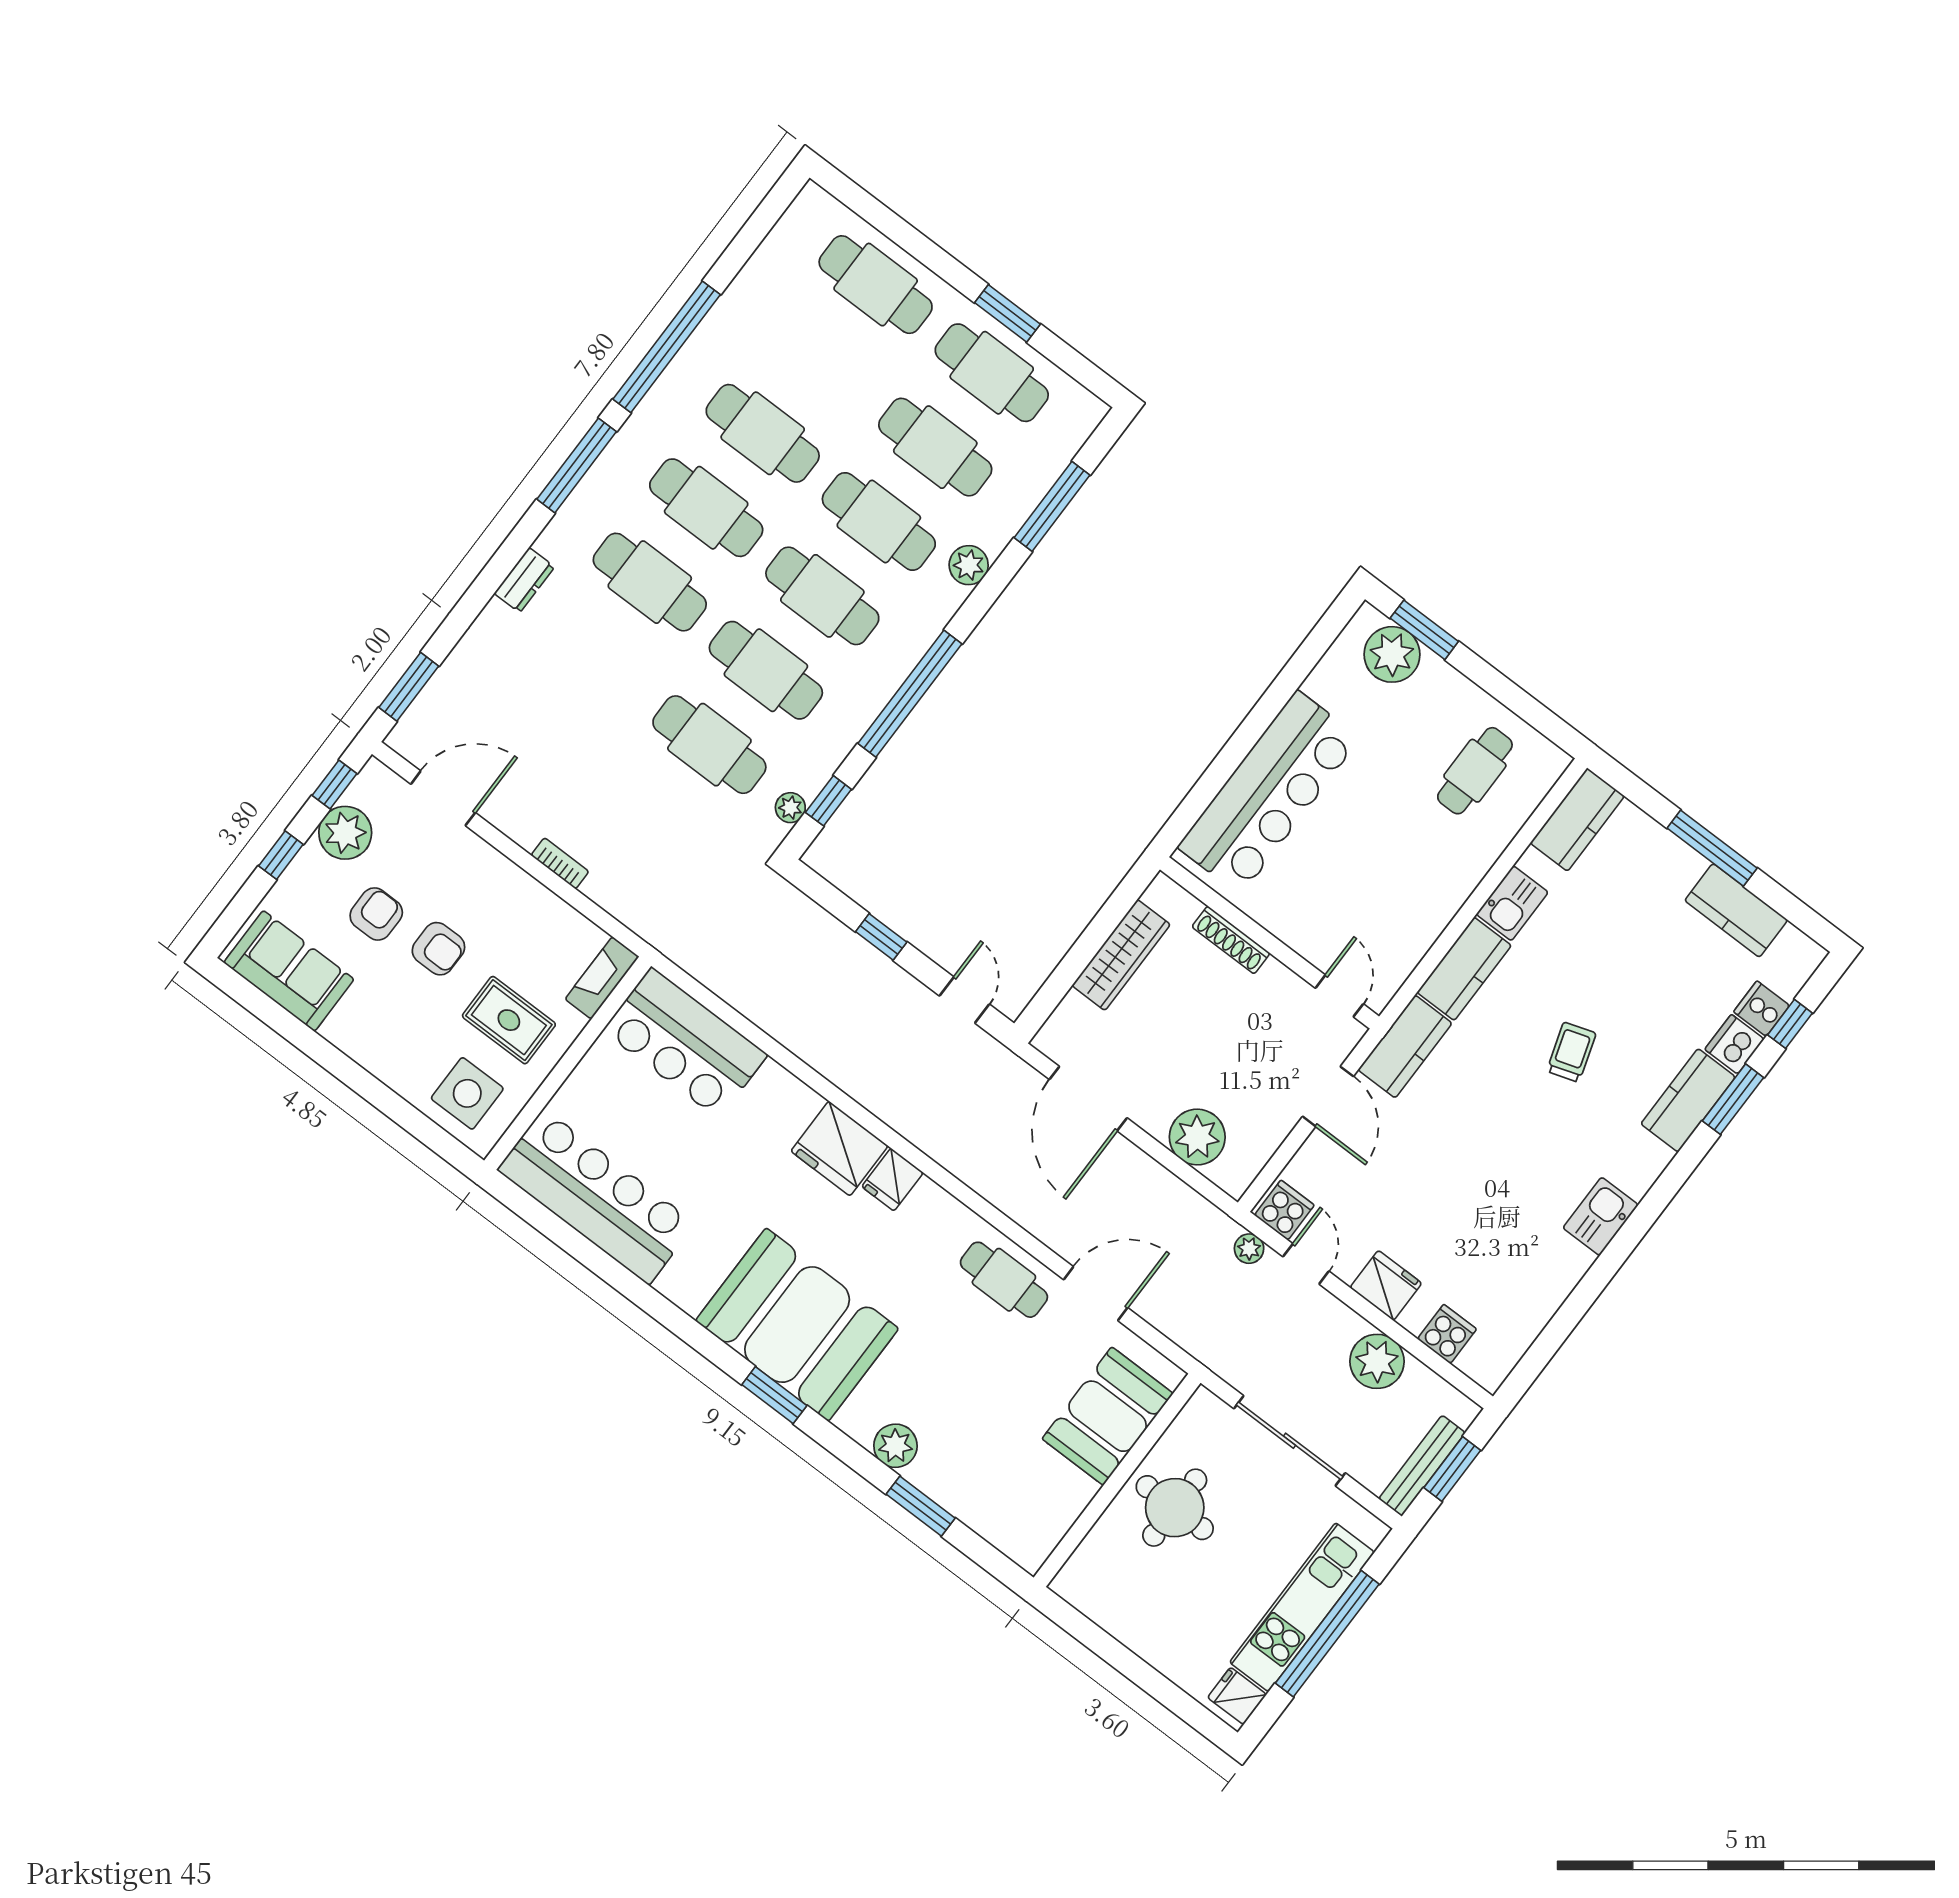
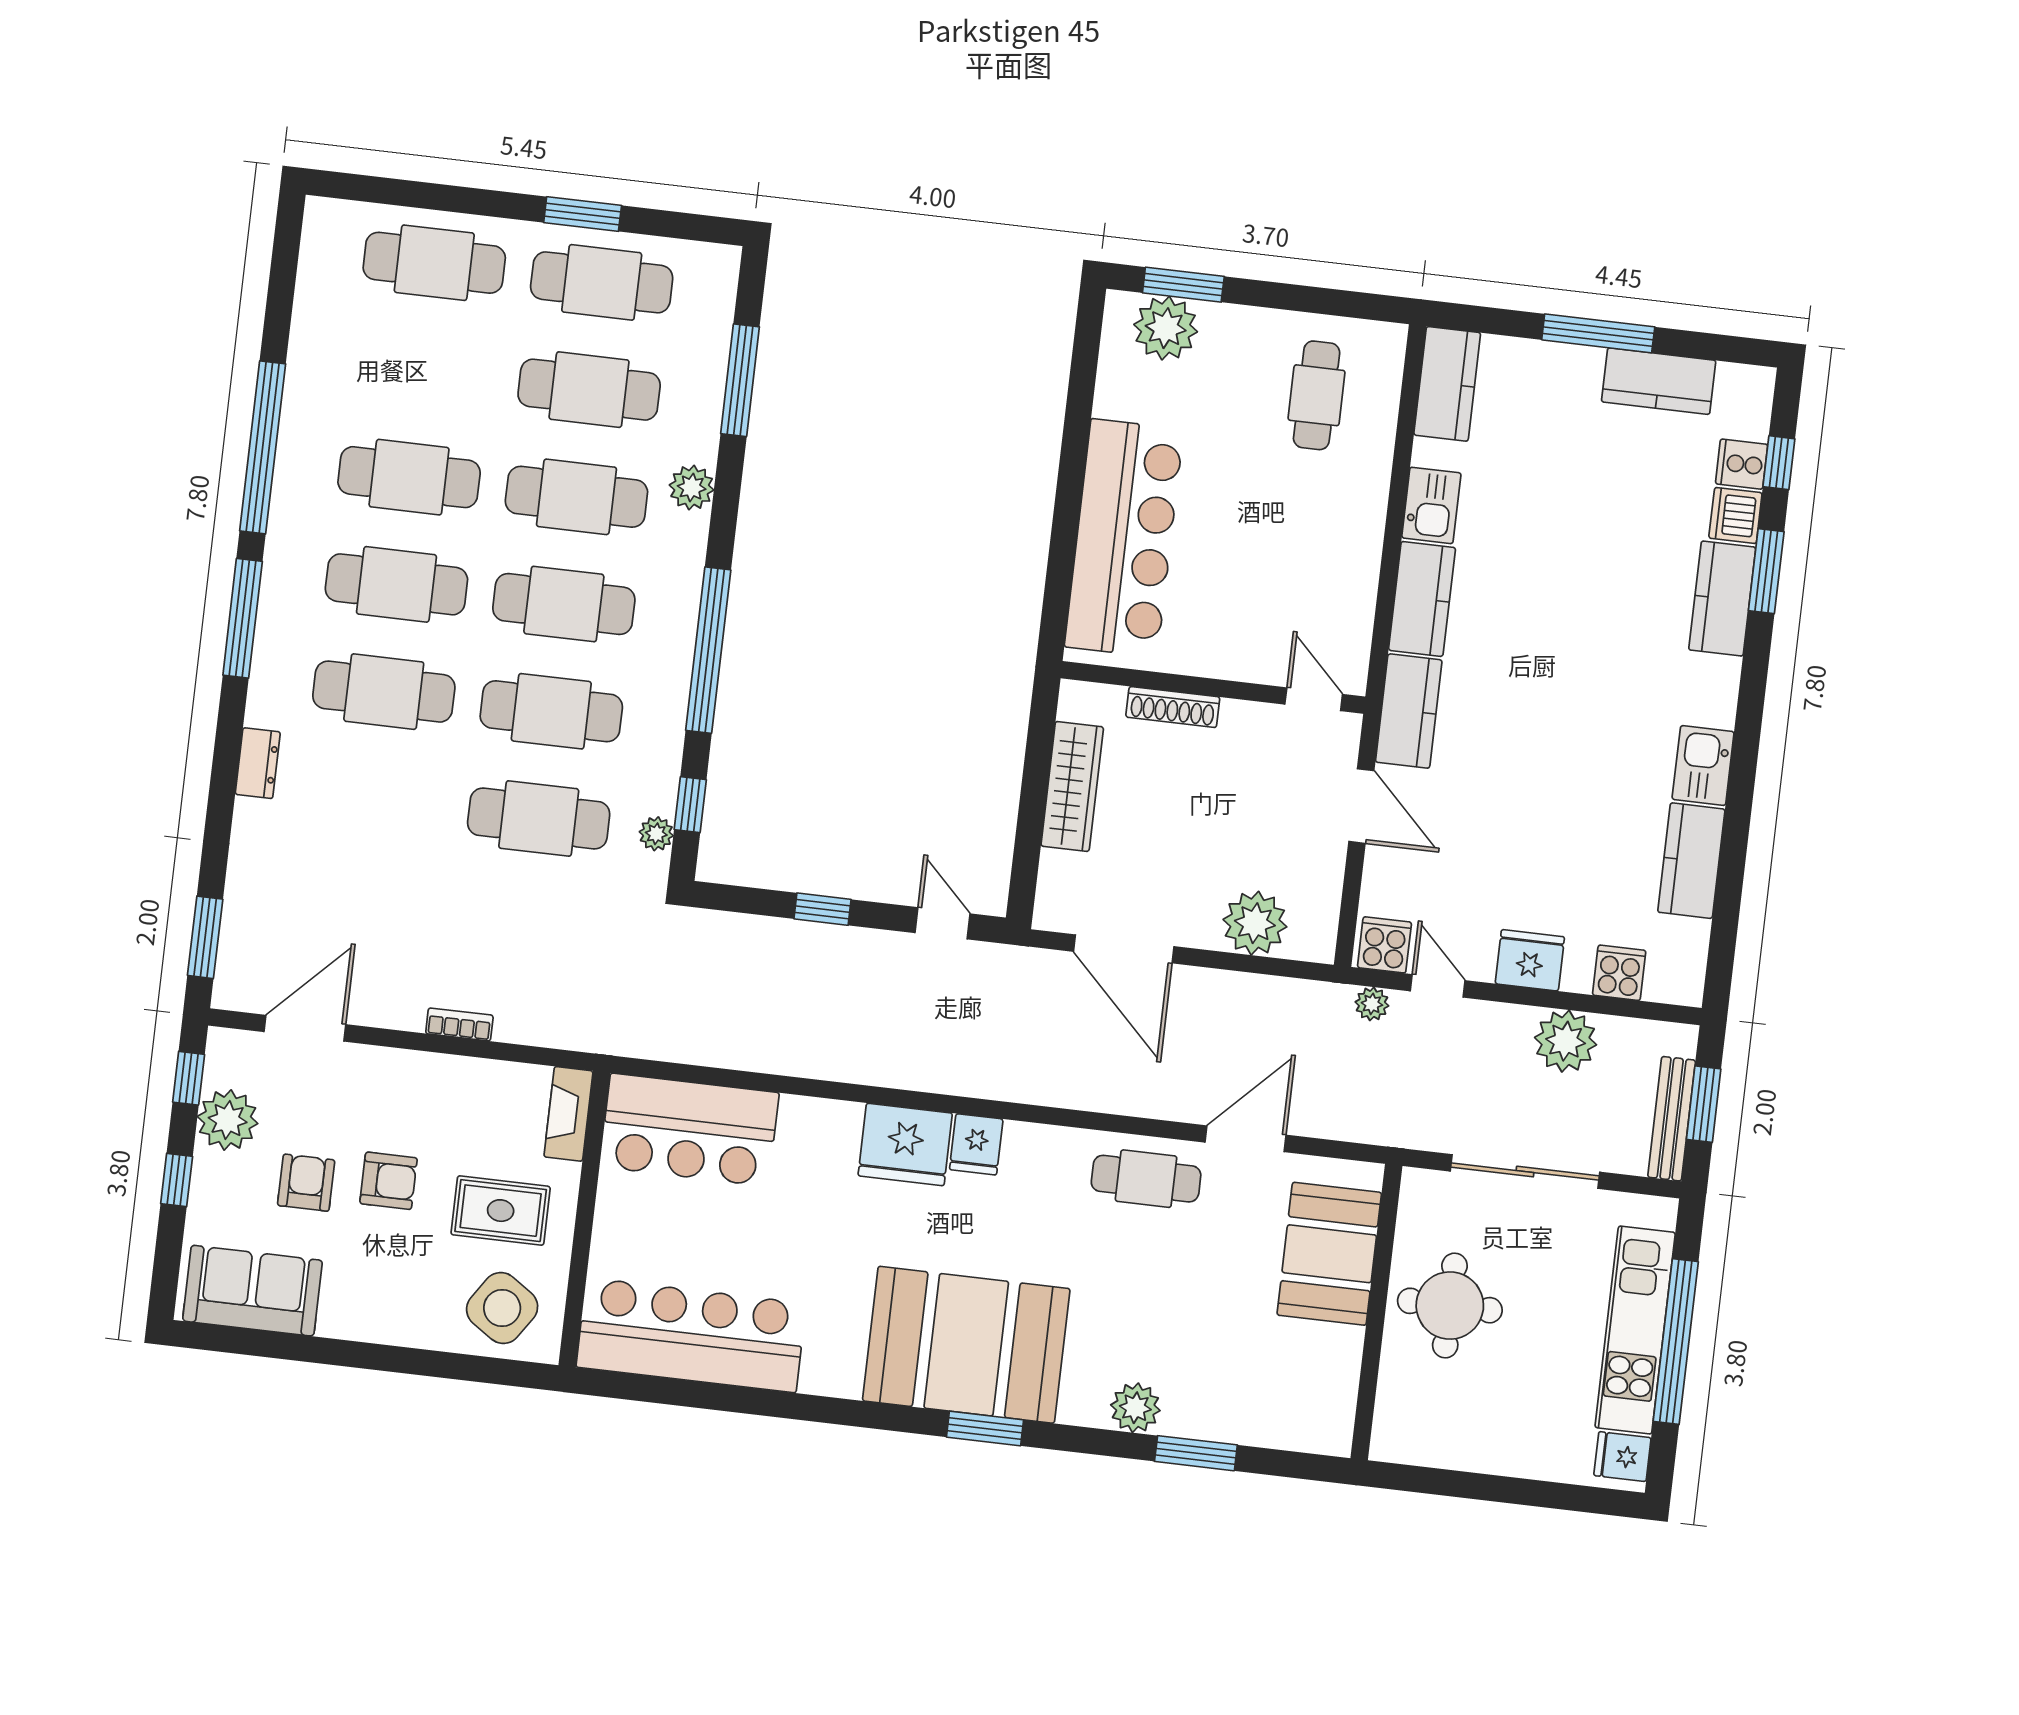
trolley: (1571, 1052) -> (1578, 619), removed
side table: (467, 1093) -> (502, 1308), turned 34
kitchen counter: (1550, 1282) -> (1691, 861), added

